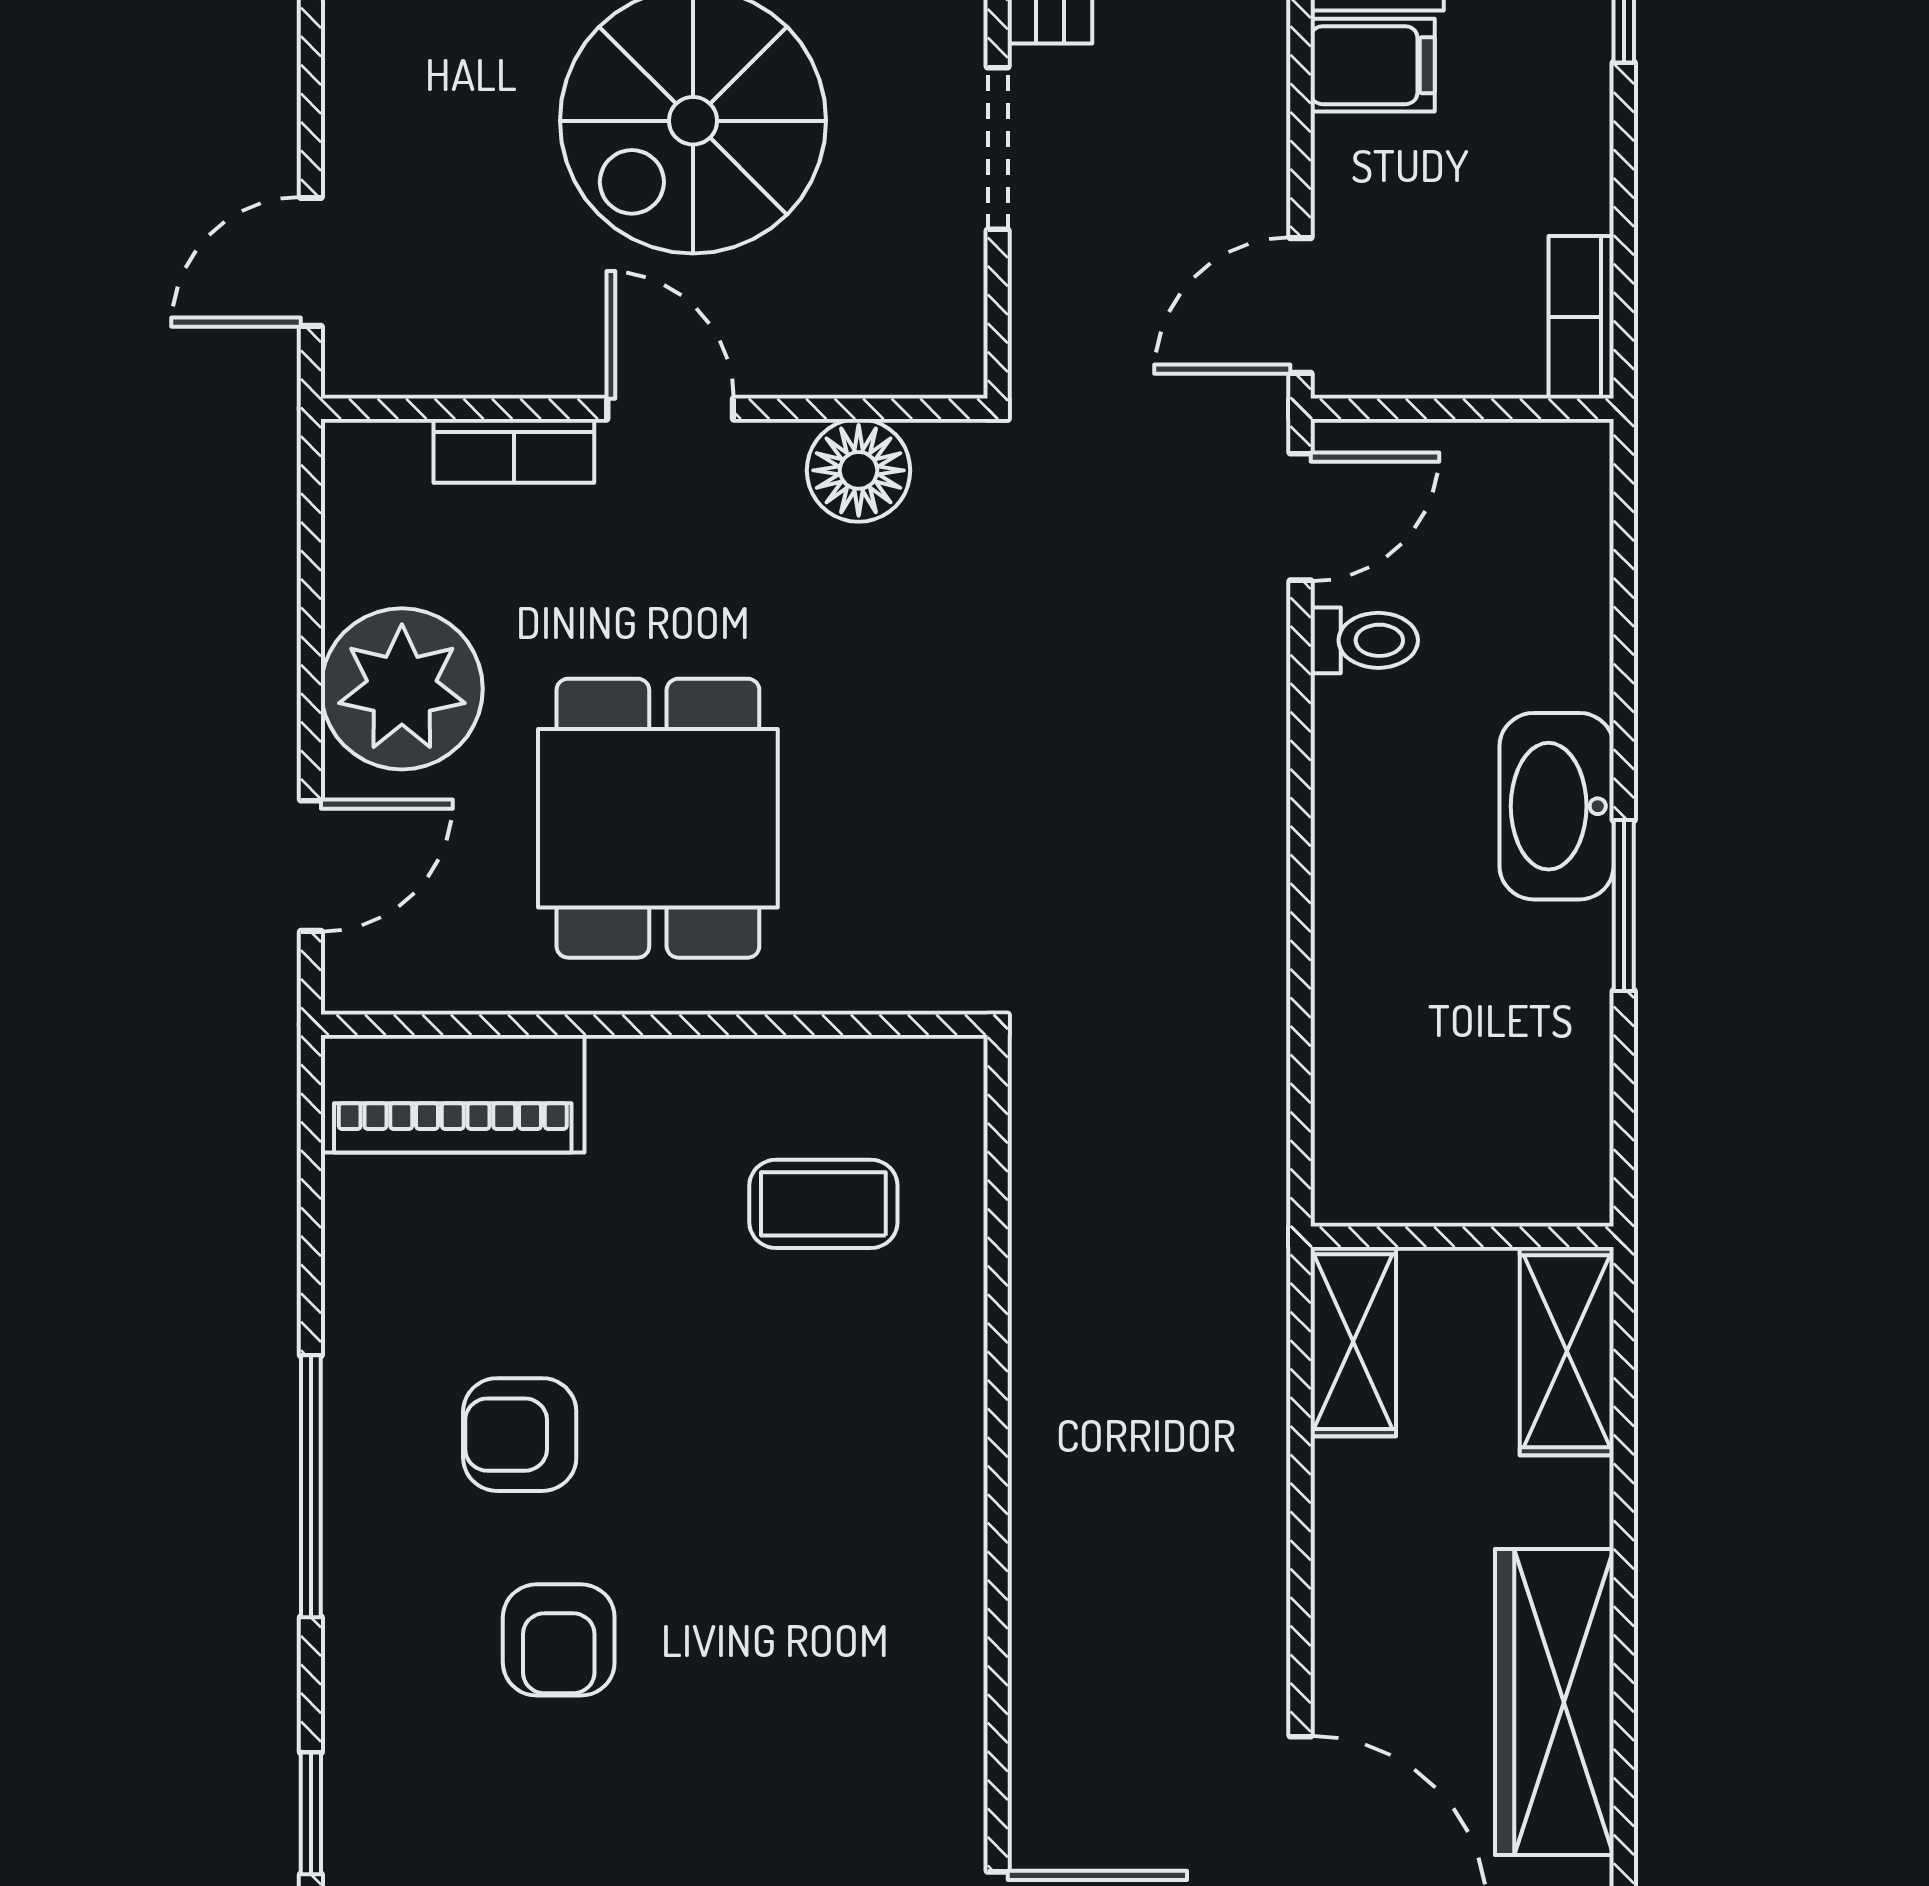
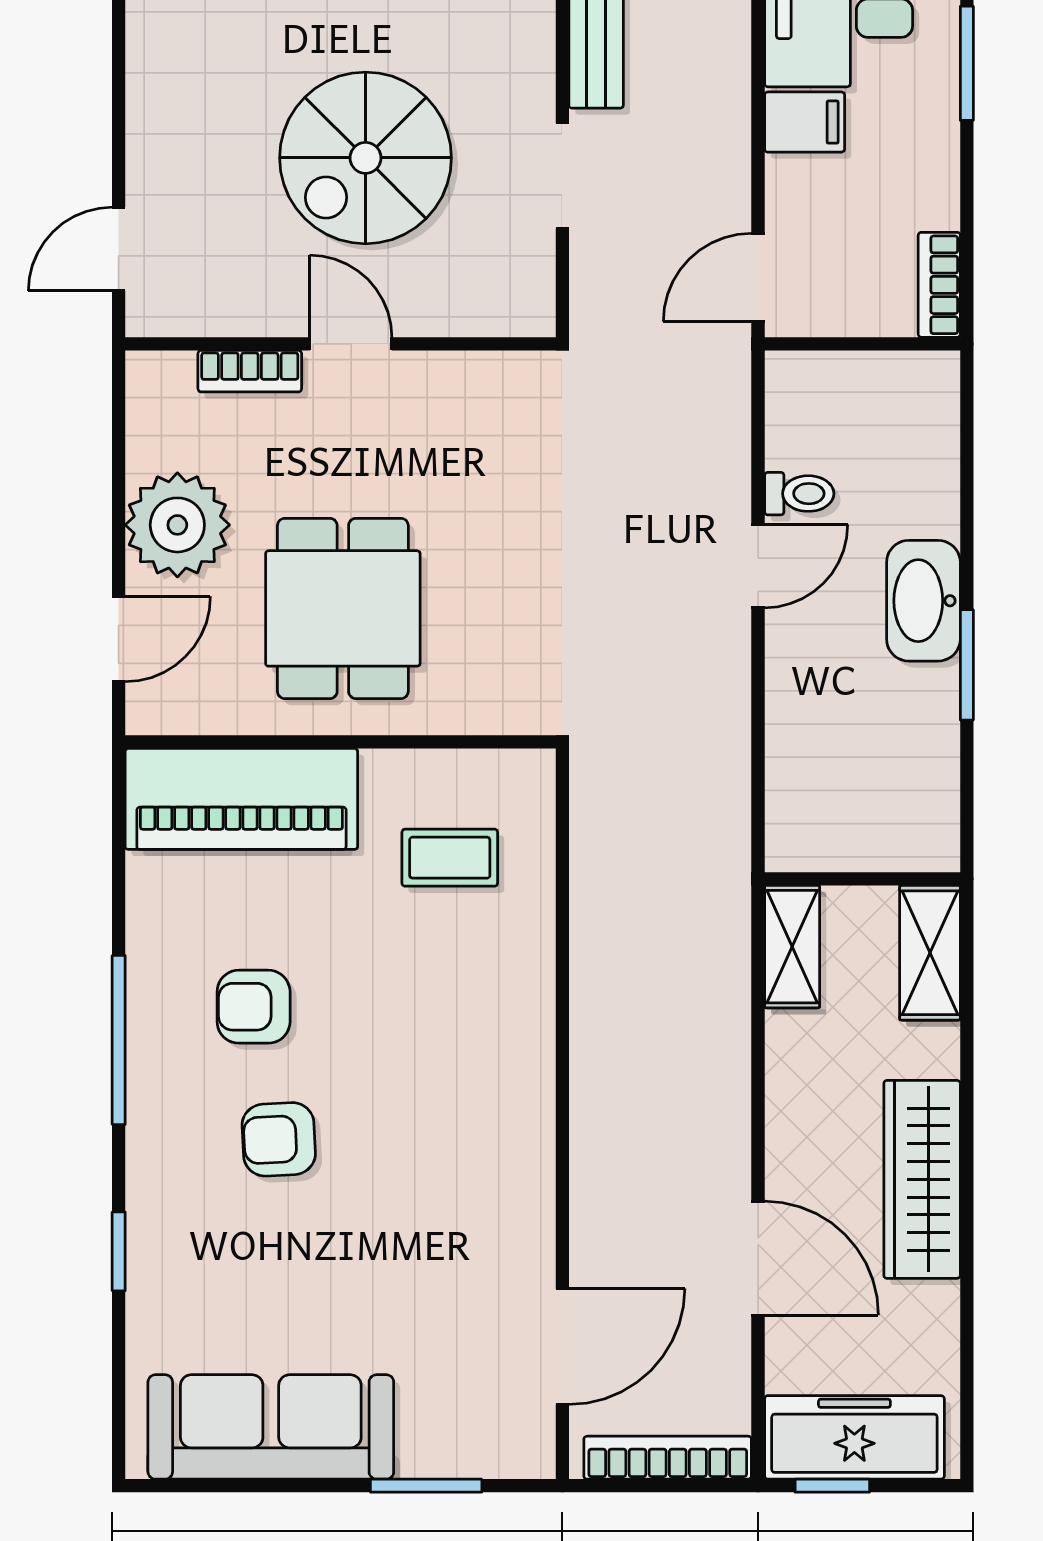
floor lamp: (859, 470) -> (472, 384), removed
door: (1301, 517) -> (758, 566), moved
piano: (453, 1094) -> (241, 799), width x1.37, depth x1.33
armchair: (559, 1640) -> (279, 1139), turned 87

